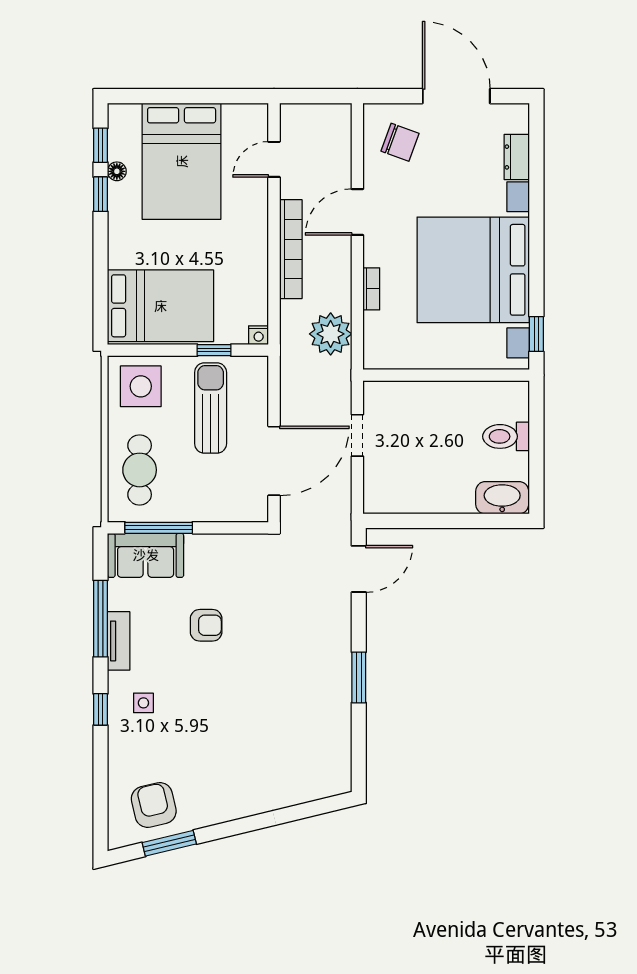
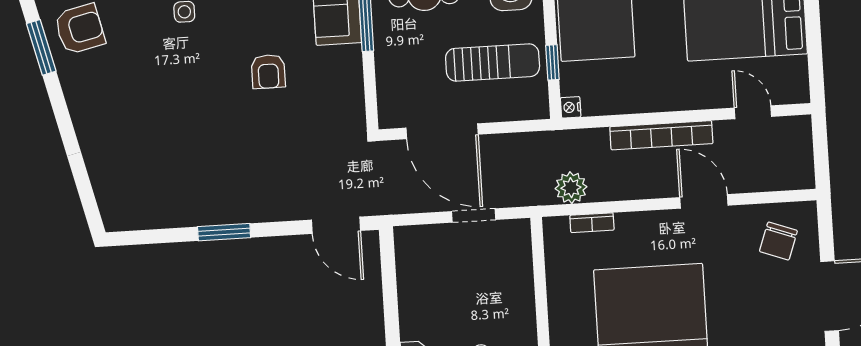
bookcase: (371, 289) -> (592, 223), moved
plant: (331, 334) -> (571, 188), width x0.73, depth x0.73

